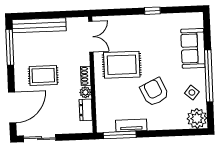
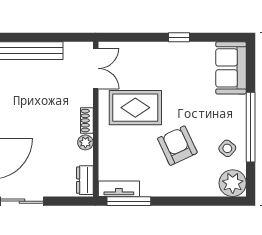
sofa: (193, 48) -> (231, 68), moved
rug: (43, 75) -> (30, 118), removed
dresser: (86, 110) -> (85, 180), moved
tv unit: (131, 125) -> (119, 189), moved

